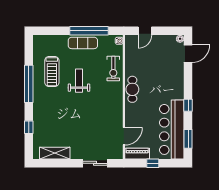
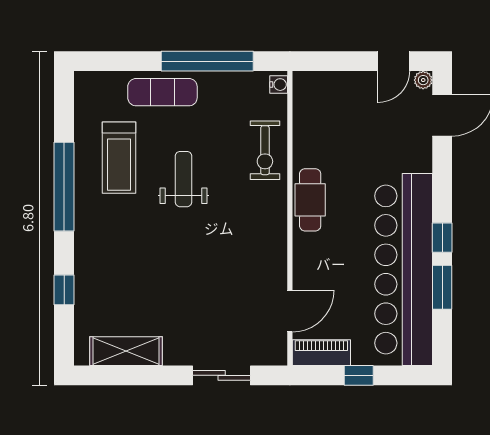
door: (145, 31) -> (394, 61), moved
exercise mat: (83, 43) -> (162, 92), moved
bar counter: (172, 129) -> (404, 270), width x1.36
window: (188, 139) -> (442, 287), moved

